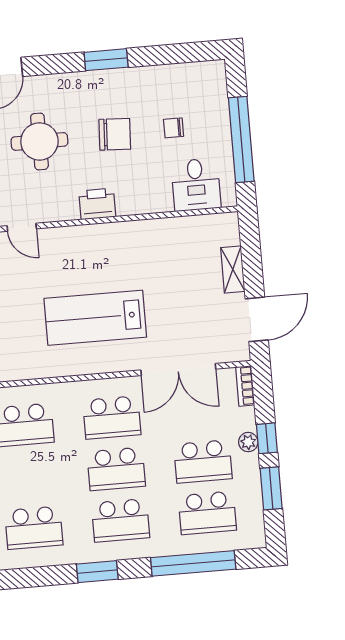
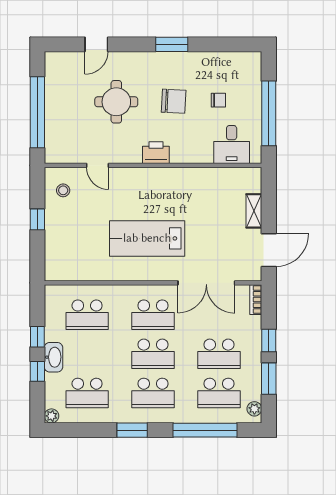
chair: (174, 128) -> (218, 100), turned 180
plant: (248, 442) -> (254, 409), moved

